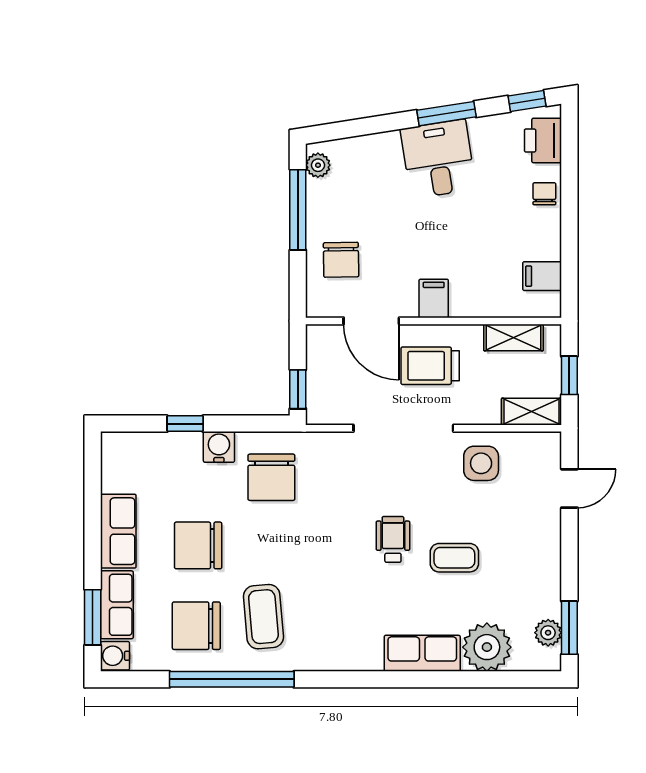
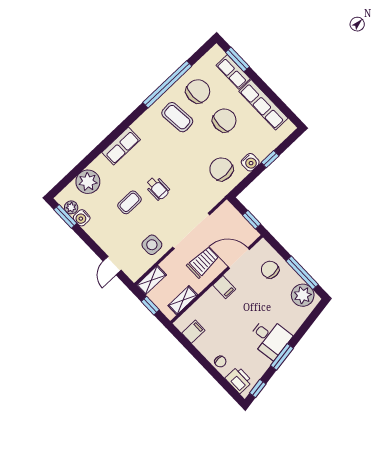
plant: (318, 165) -> (303, 295), width x1.88, depth x1.88
window: (298, 389) -> (252, 220), moved
row of seats: (118, 531) -> (263, 105), width x1.48
row of seats: (422, 653) -> (121, 146), moved
water cooler: (115, 656) -> (82, 218), moved, turned 180

